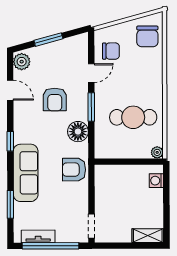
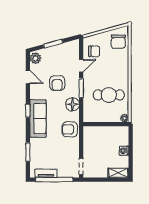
sofa: (26, 173) -> (38, 118), moved
washing machine: (156, 181) -> (124, 151), moved

